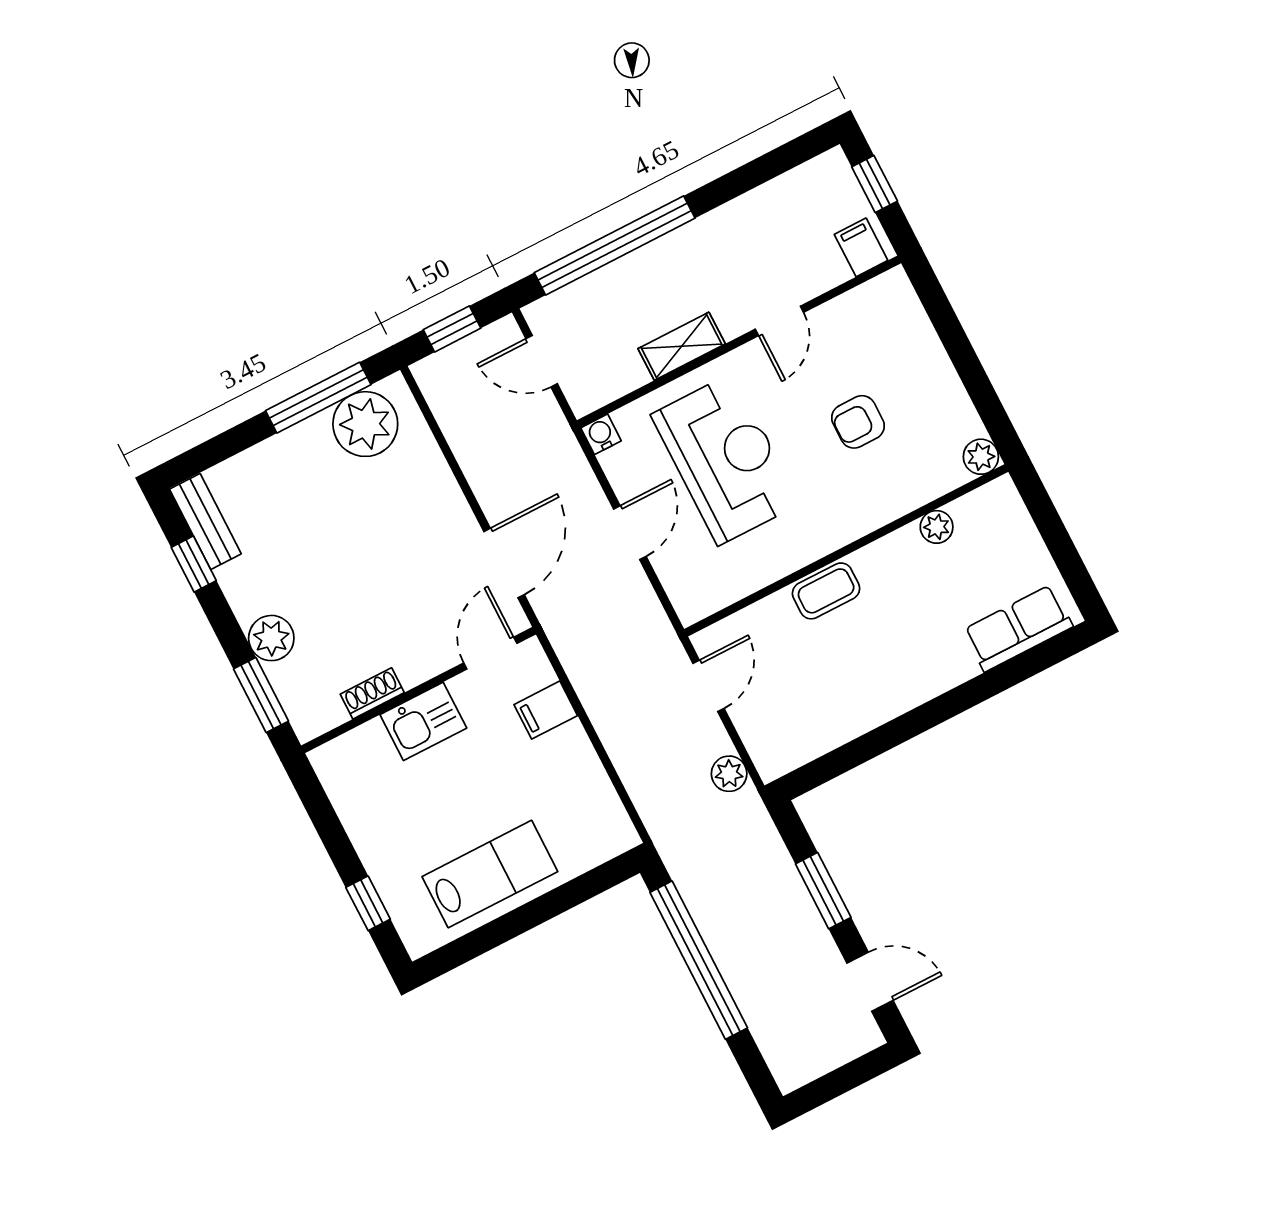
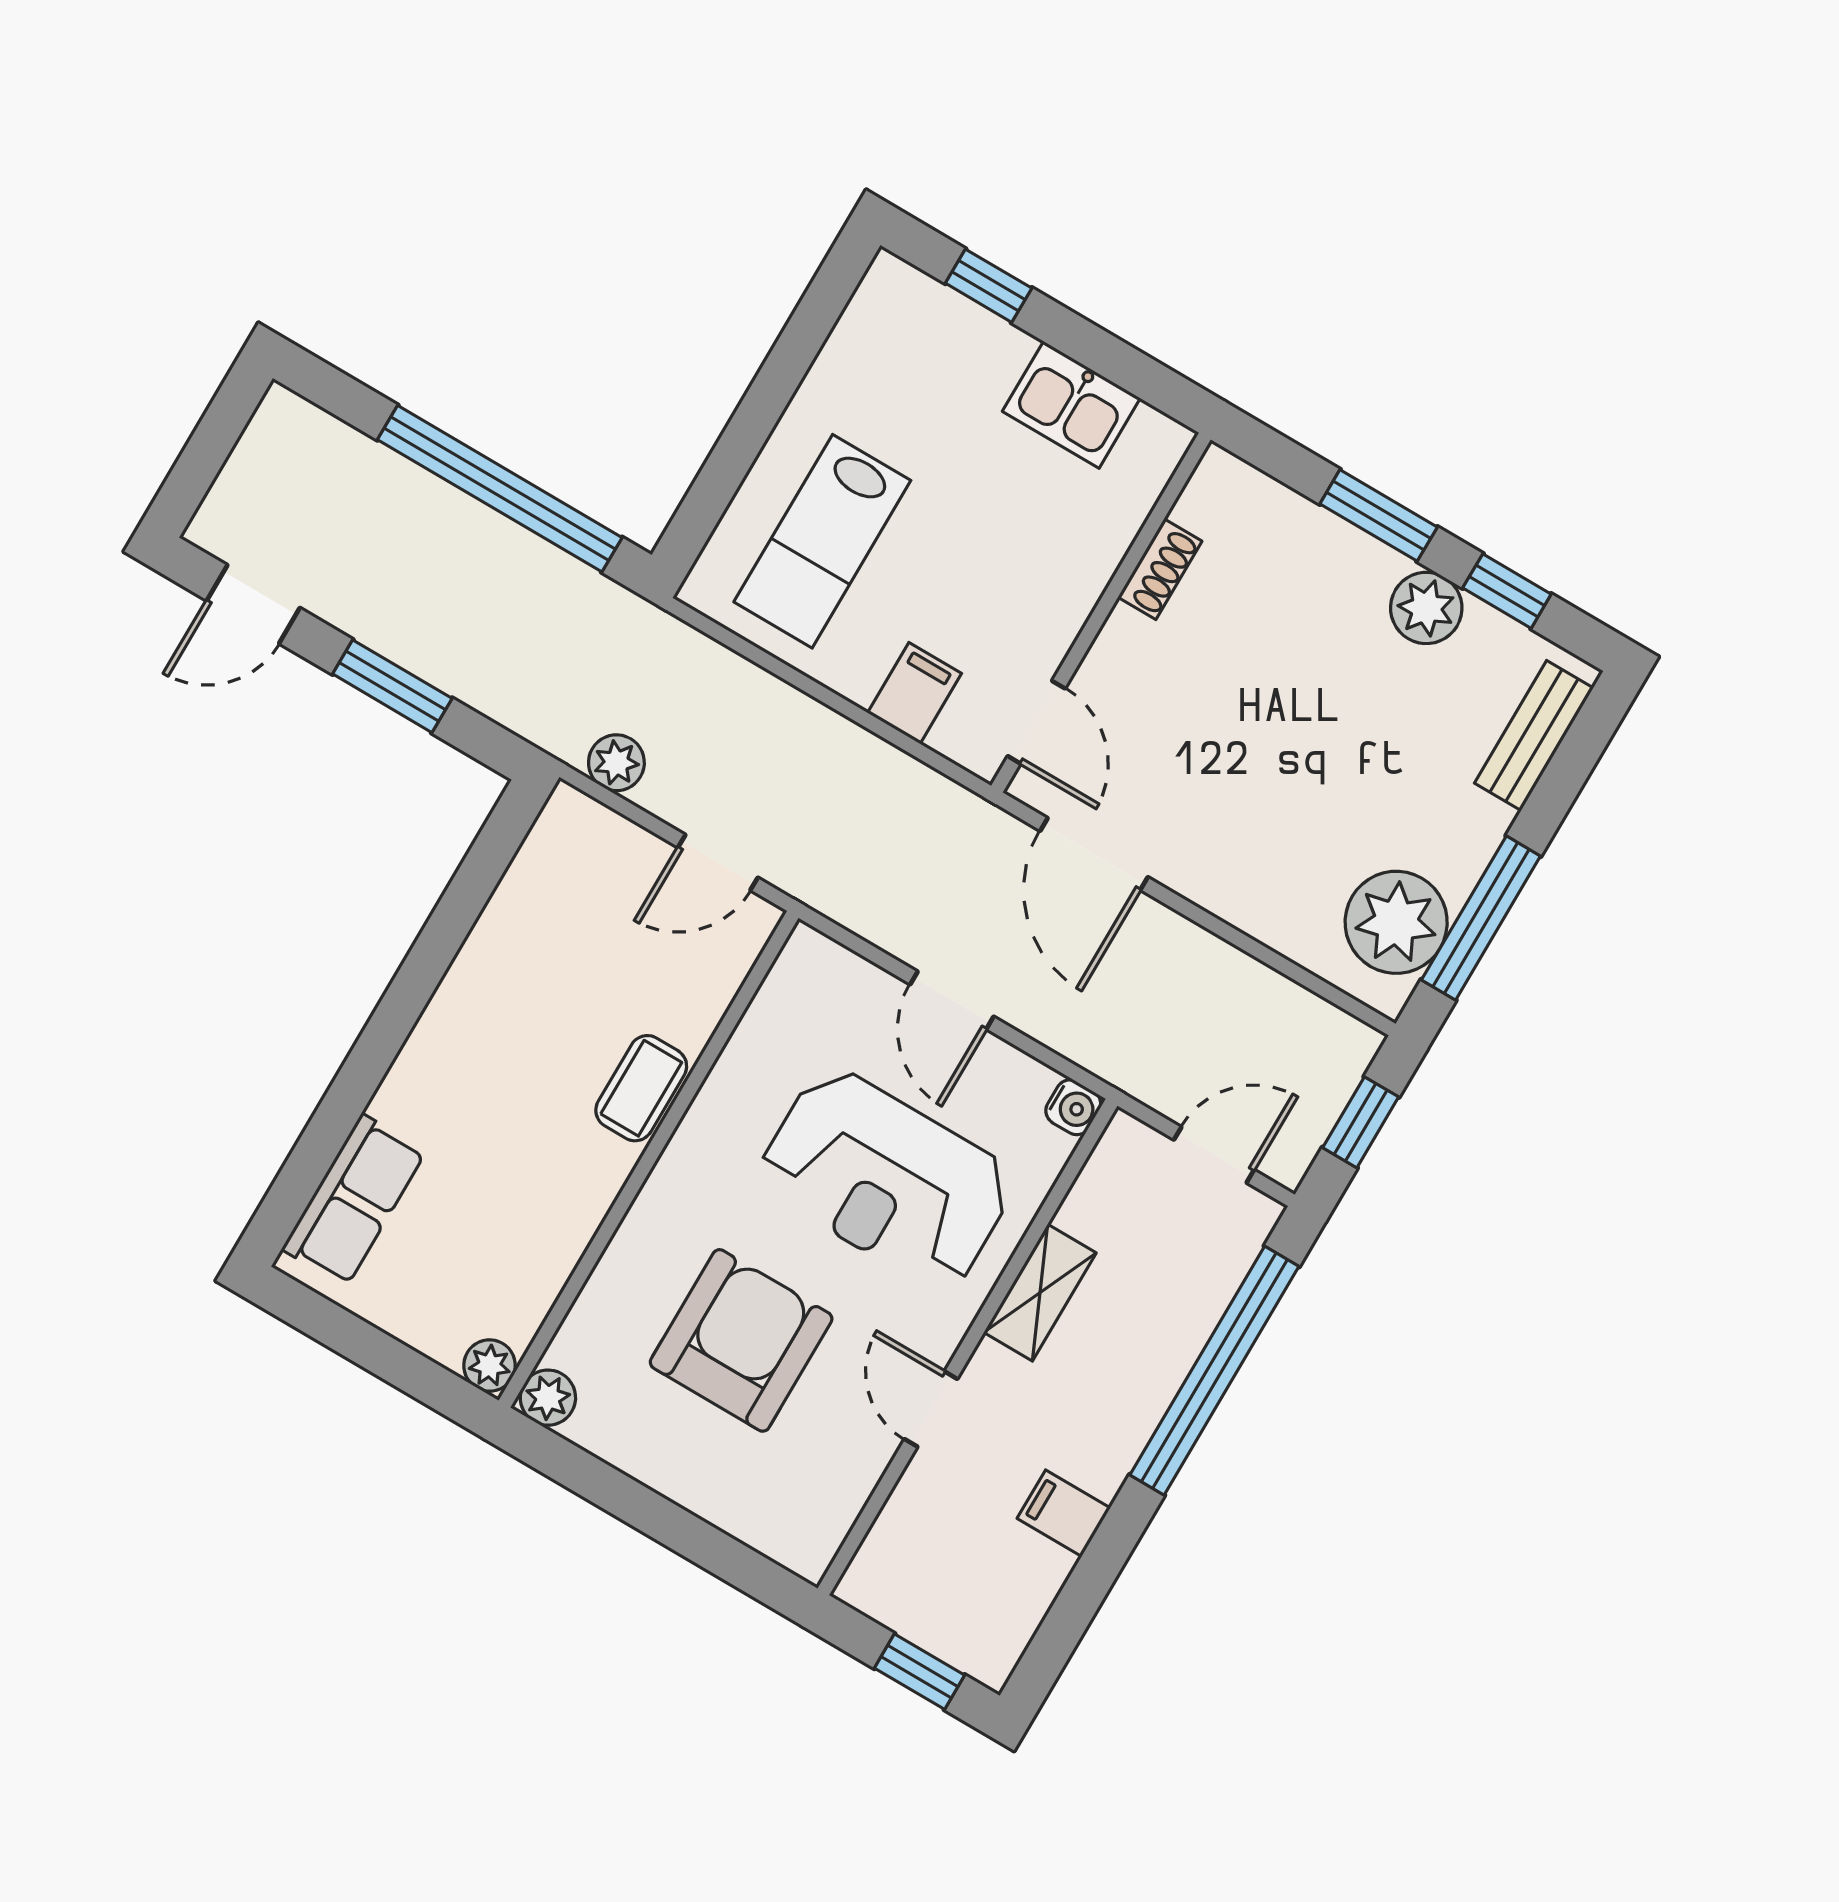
filing cabinet: (861, 247) -> (1064, 1513), moved, turned 180
armchair: (858, 422) -> (741, 1340), width x1.88, depth x1.88
bench: (205, 522) -> (1534, 735), moved, turned 90
plant: (937, 527) -> (490, 1366), moved
plant: (271, 638) -> (1426, 608), moved
door: (709, 686) -> (718, 863), hinge flipped
window: (261, 695) -> (1379, 515), moved
kitchen sink: (423, 721) -> (1071, 405), moved, turned -90
lab bench: (490, 874) -> (822, 541), moved

